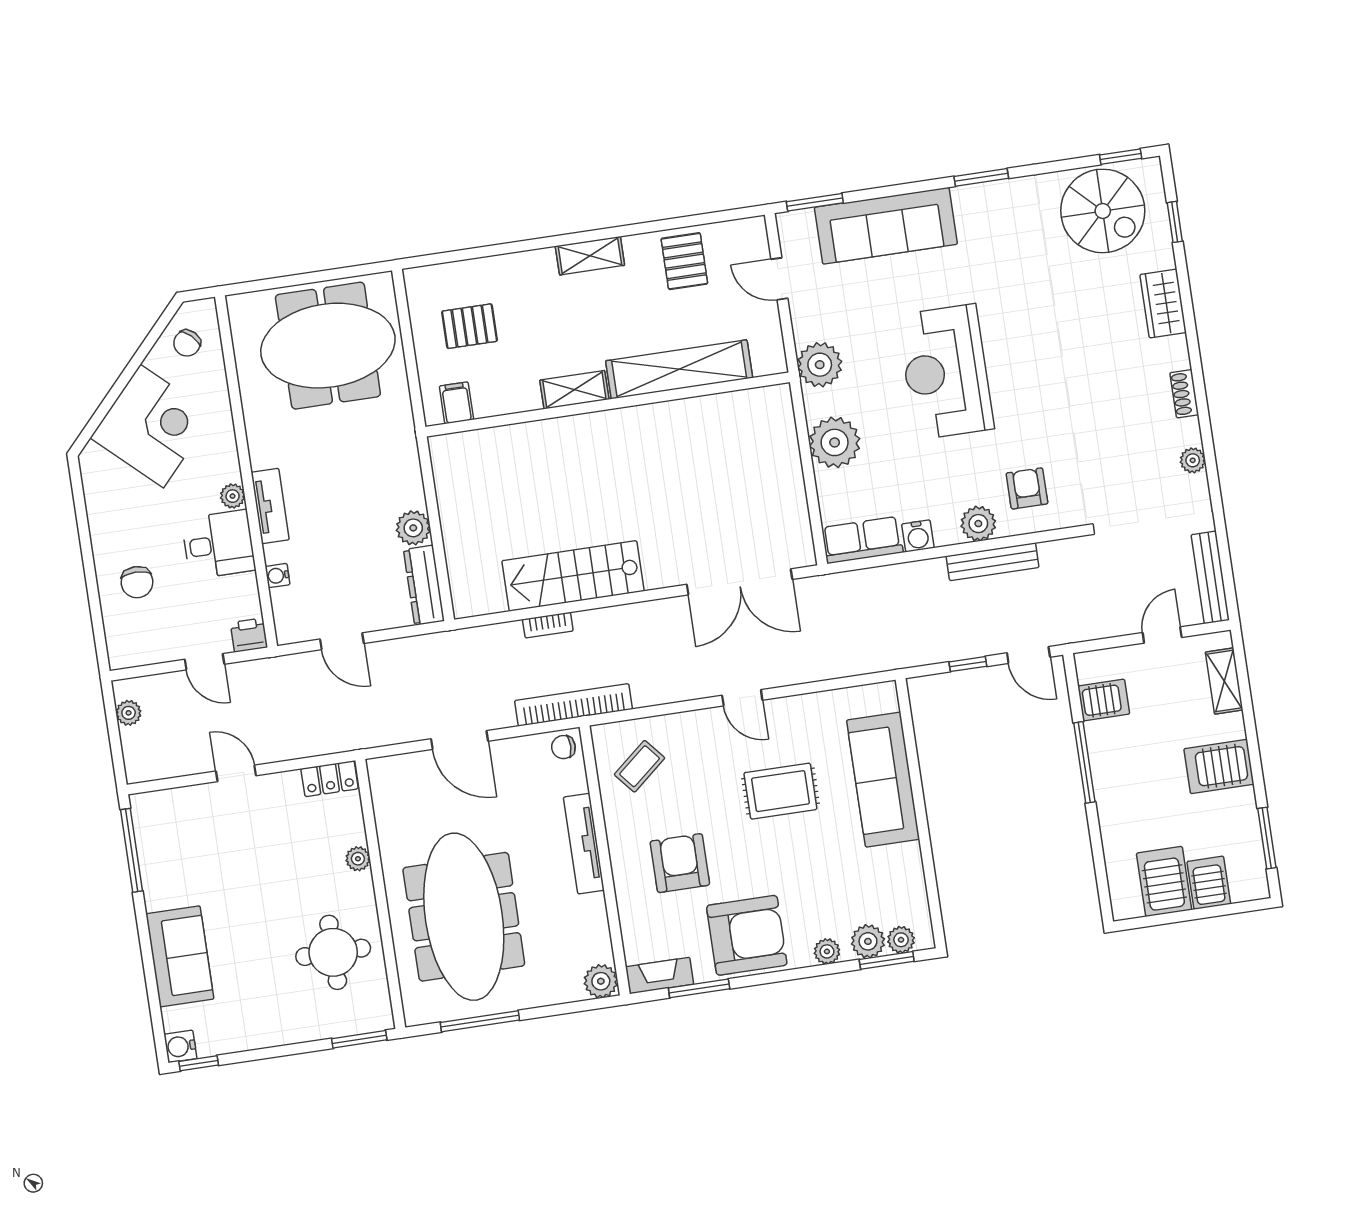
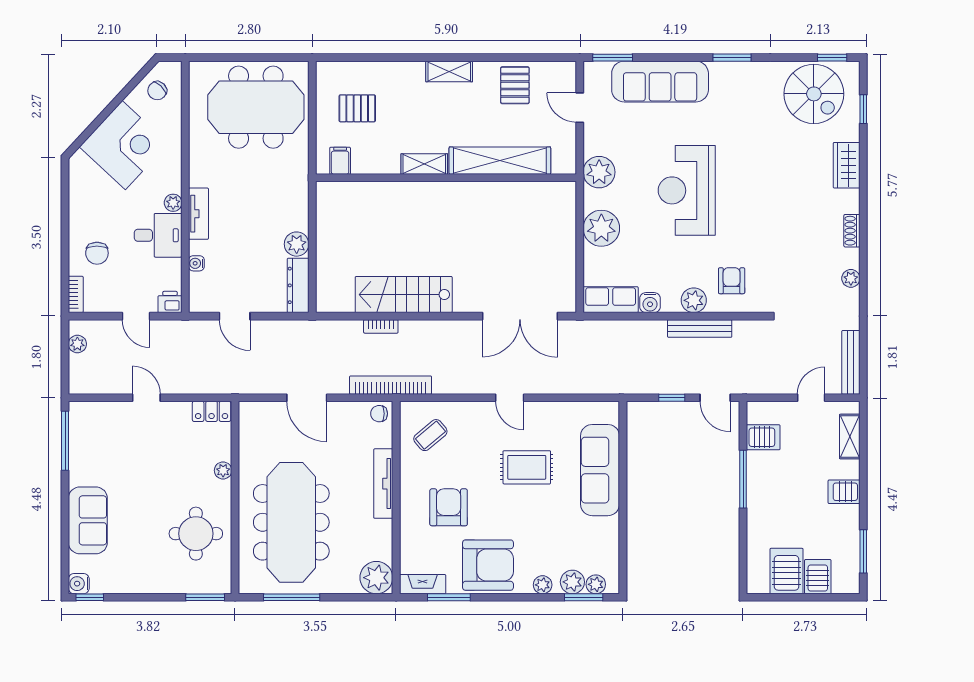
bookcase: (116, 644) -> (76, 294), added
server rack: (1219, 767) -> (844, 492), width x0.73, depth x0.70
plant: (601, 981) -> (376, 578), width x1.36, depth x1.36

